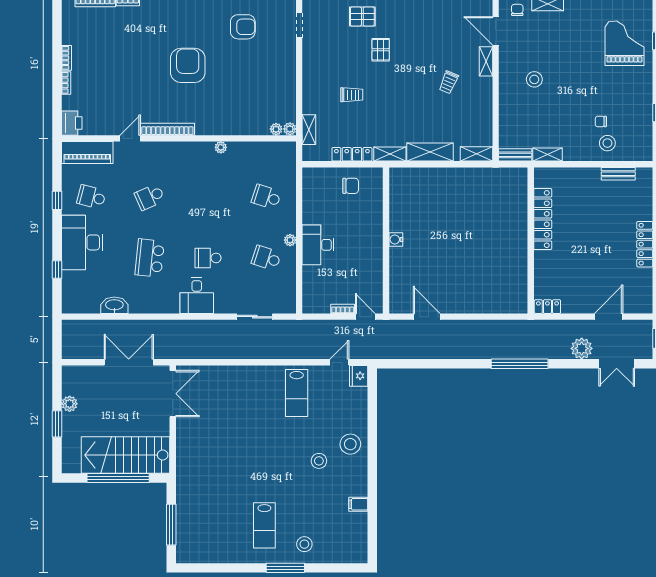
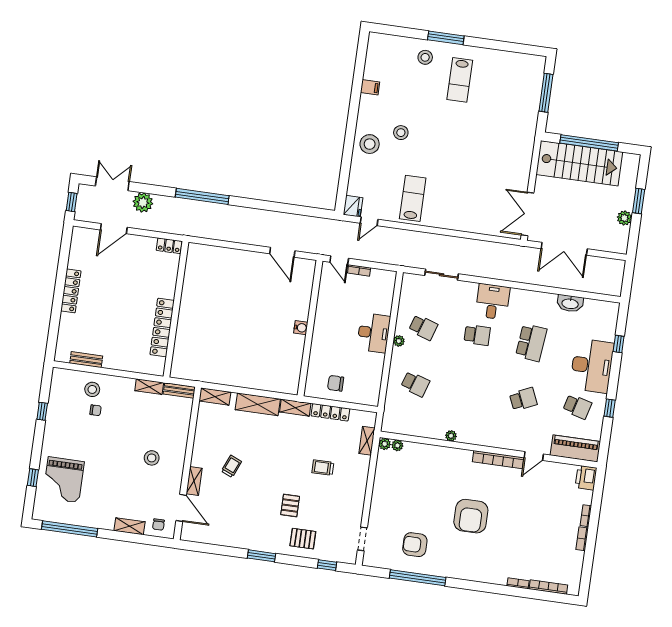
lab bench: (264, 525) -> (460, 80), turned 180

